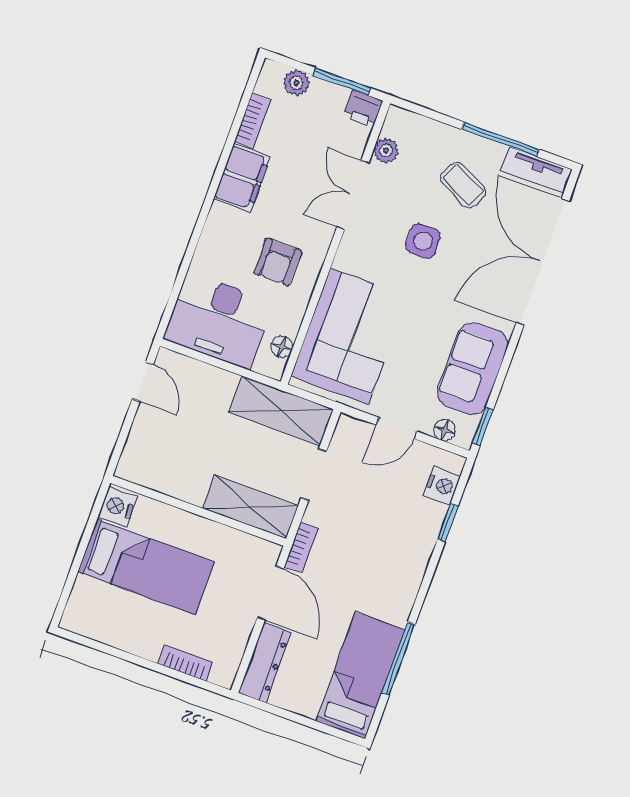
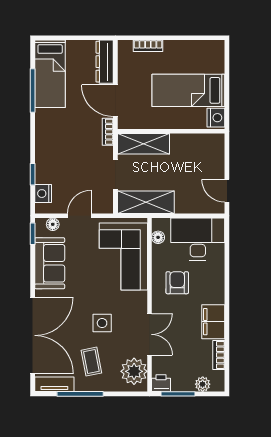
plant: (386, 150) -> (134, 371), width x1.88, depth x1.88
coffee table: (463, 185) -> (91, 362), turned 53

